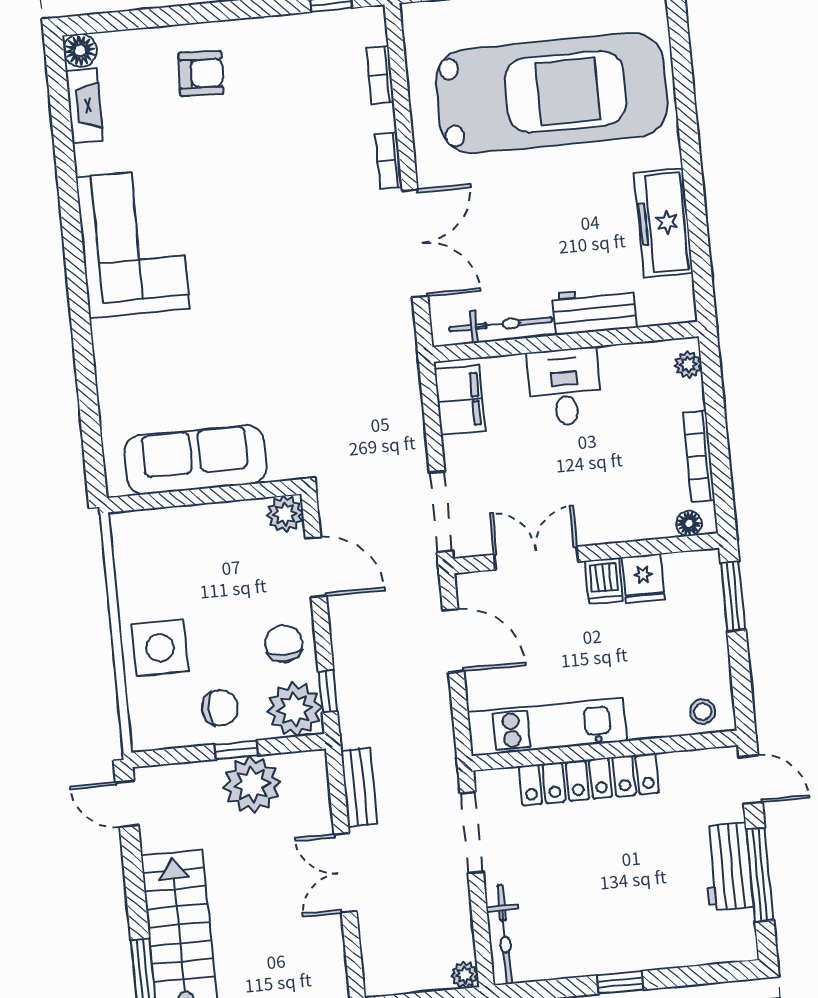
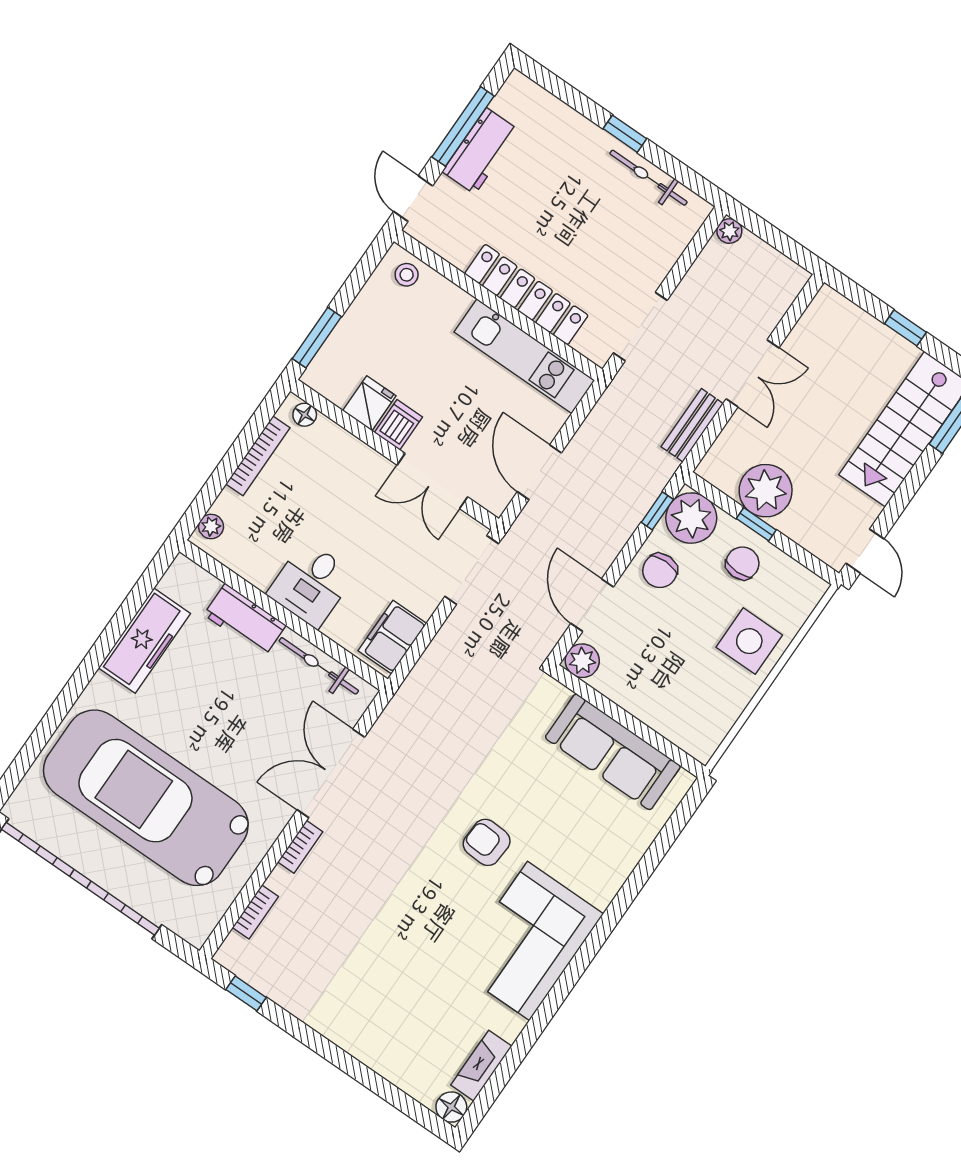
armchair: (201, 73) -> (487, 842), moved
chair: (220, 708) -> (742, 563), turned 90
bicycle: (505, 934) -> (648, 178), moved, turned -90

